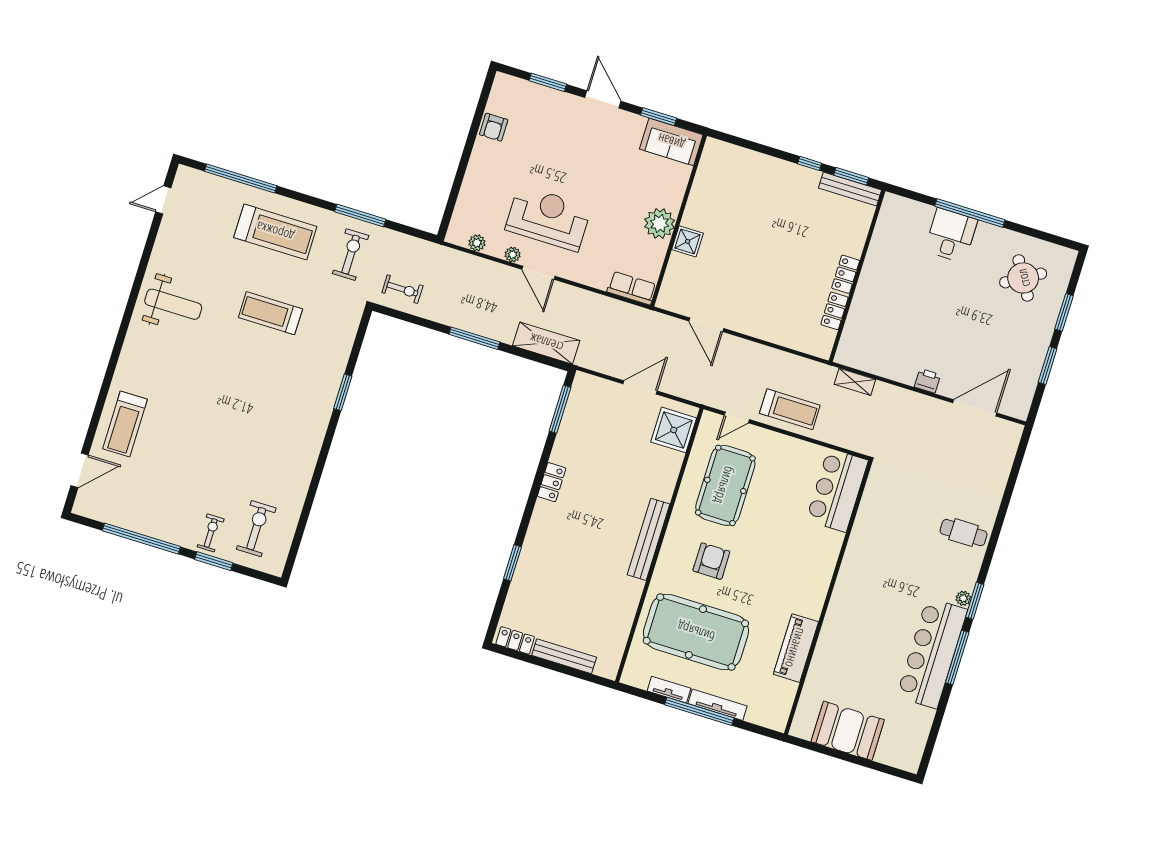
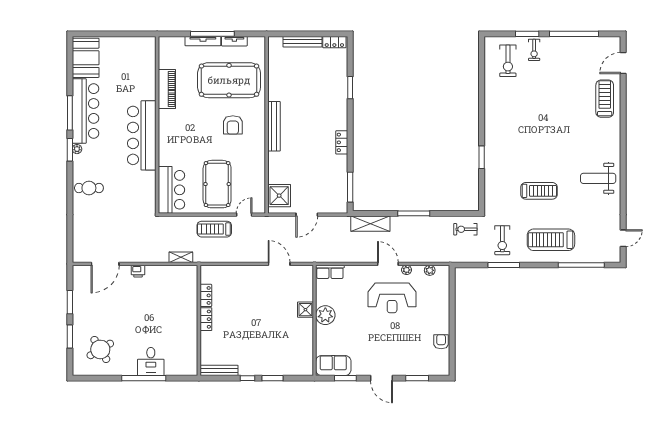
window: (851, 176) -> (273, 378), moved
pool table: (725, 485) -> (217, 184), moved
bar counter: (857, 589) -> (142, 135), added
booth: (848, 731) -> (86, 58), moved, turned 90

